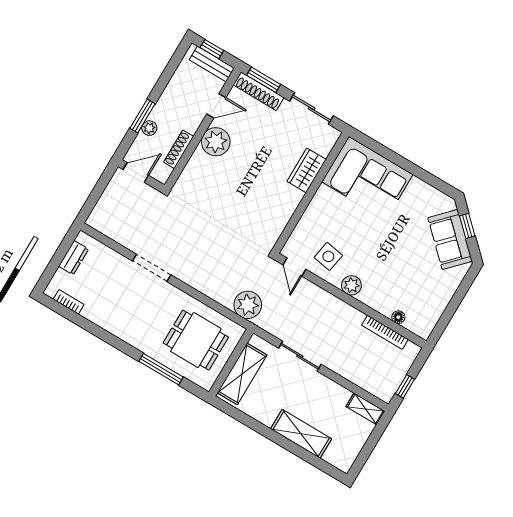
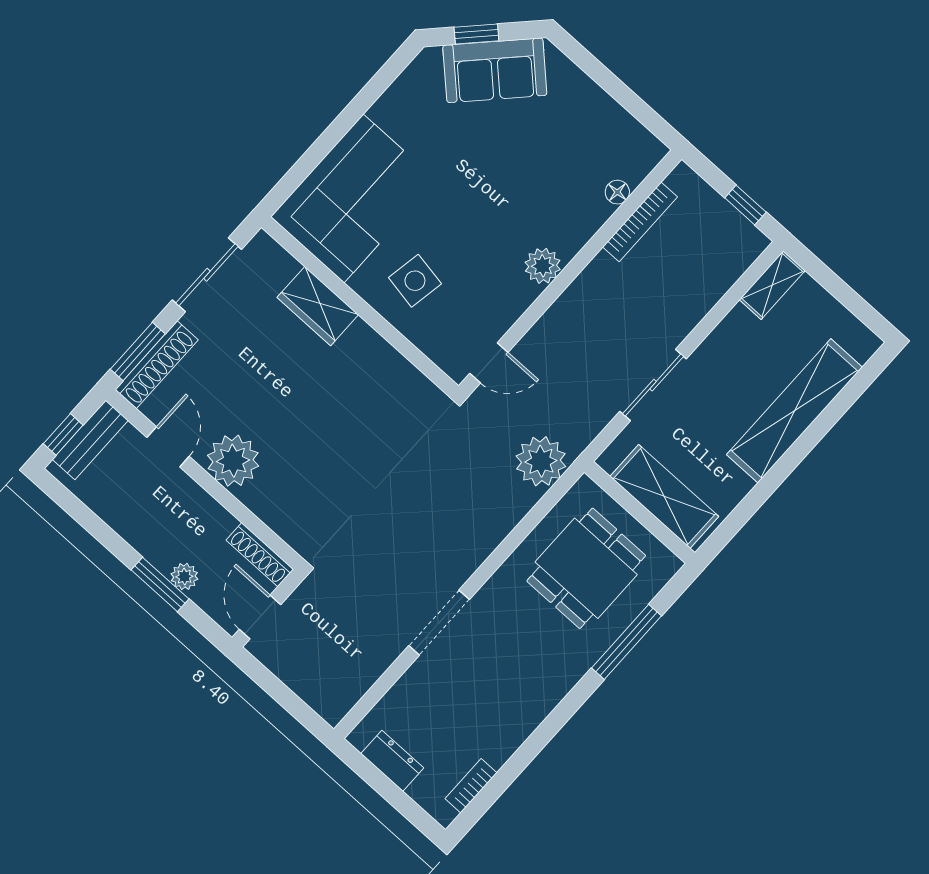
shoe rack: (179, 149) -> (260, 555), moved
side table: (328, 256) -> (415, 281), moved
shelving: (301, 434) -> (794, 411), width x1.47

